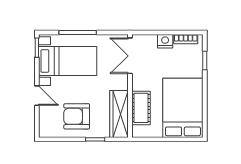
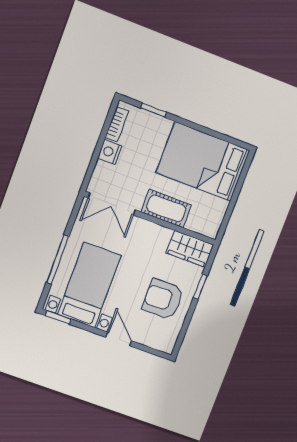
door: (37, 96) -> (119, 339), hinge flipped
cot: (141, 108) -> (166, 208), moved
wardrobe: (119, 114) -> (190, 249), width x0.67
armchair: (77, 116) -> (163, 299), turned 90

